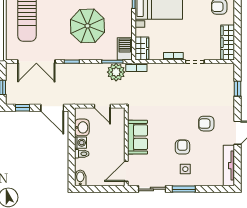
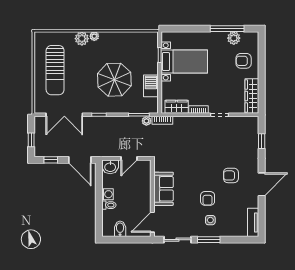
barbecue: (125, 49) -> (151, 86), moved
wardrobe: (142, 49) -> (177, 107), moved, turned -90
plant: (116, 72) -> (146, 121), width x0.53, depth x0.53
door: (102, 106) -> (129, 158), hinge flipped
washbasin: (82, 127) -> (110, 167), moved, turned 90
armchair: (182, 147) -> (208, 198), turned 180
tv unit: (229, 166) -> (253, 222), width x0.71
bidet: (80, 178) -> (120, 229), moved

